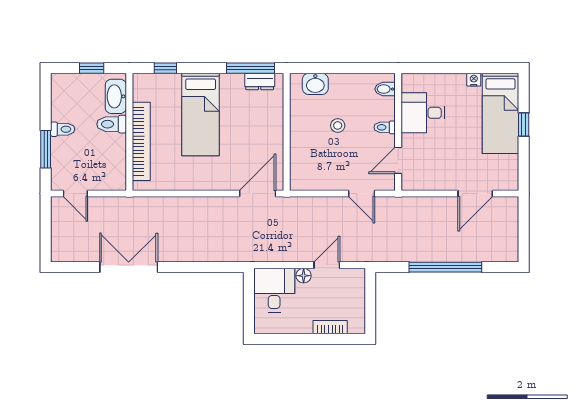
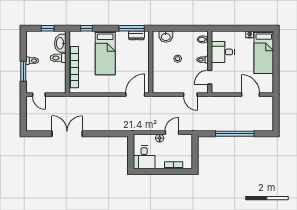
window: (524, 124) -> (276, 58), removed
door: (475, 194) -> (250, 95), swing flipped
desk: (274, 290) -> (144, 157), moved, turned 180

